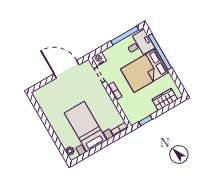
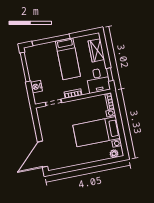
desk: (139, 44) -> (98, 80), moved, turned 180
nightstand: (99, 59) -> (36, 87), moved
door: (67, 69) -> (43, 154), moved
bed: (145, 71) -> (68, 59), width x0.67

